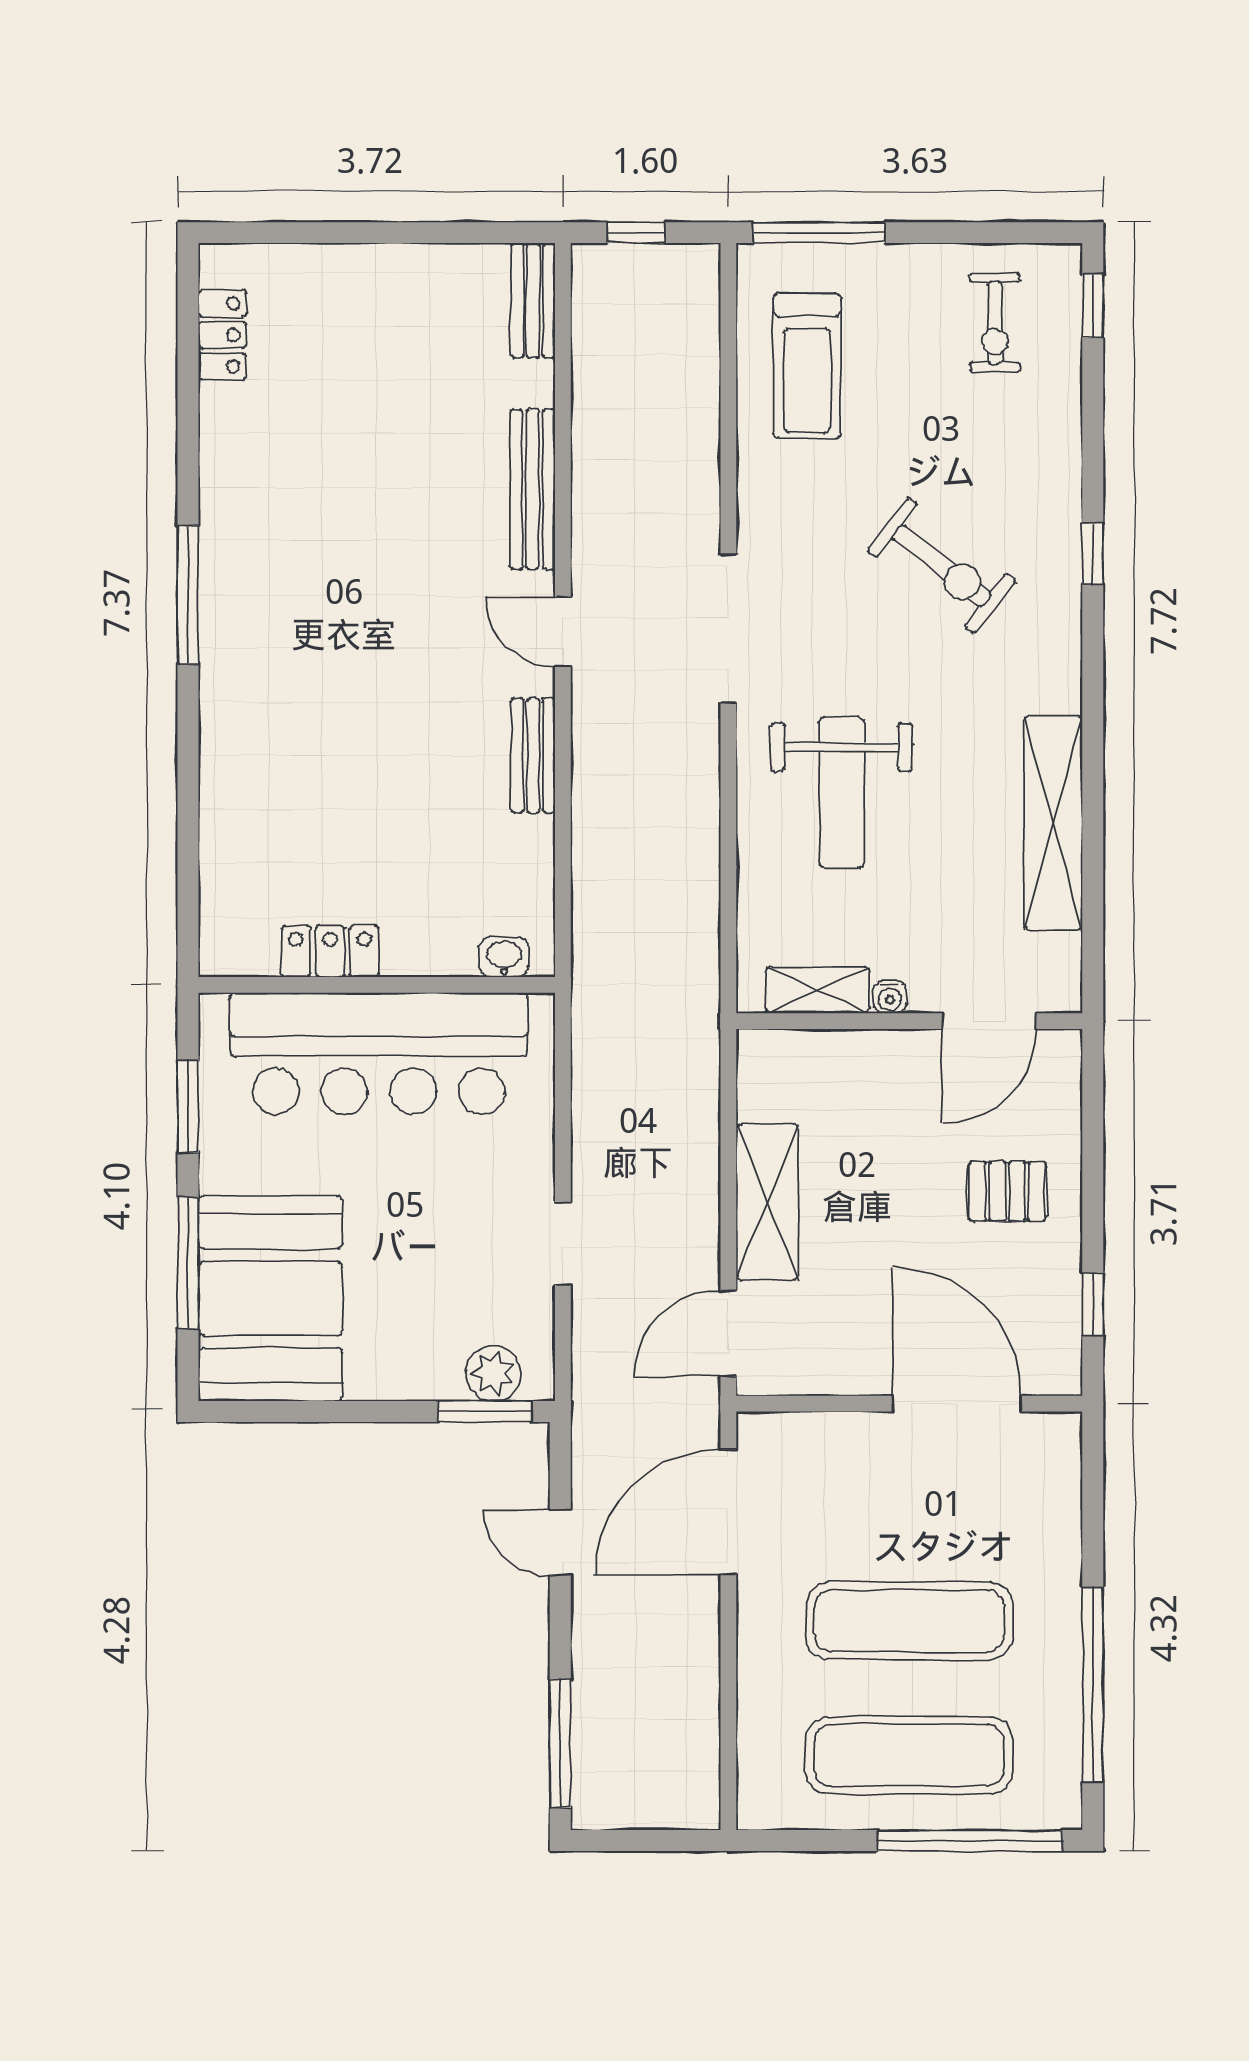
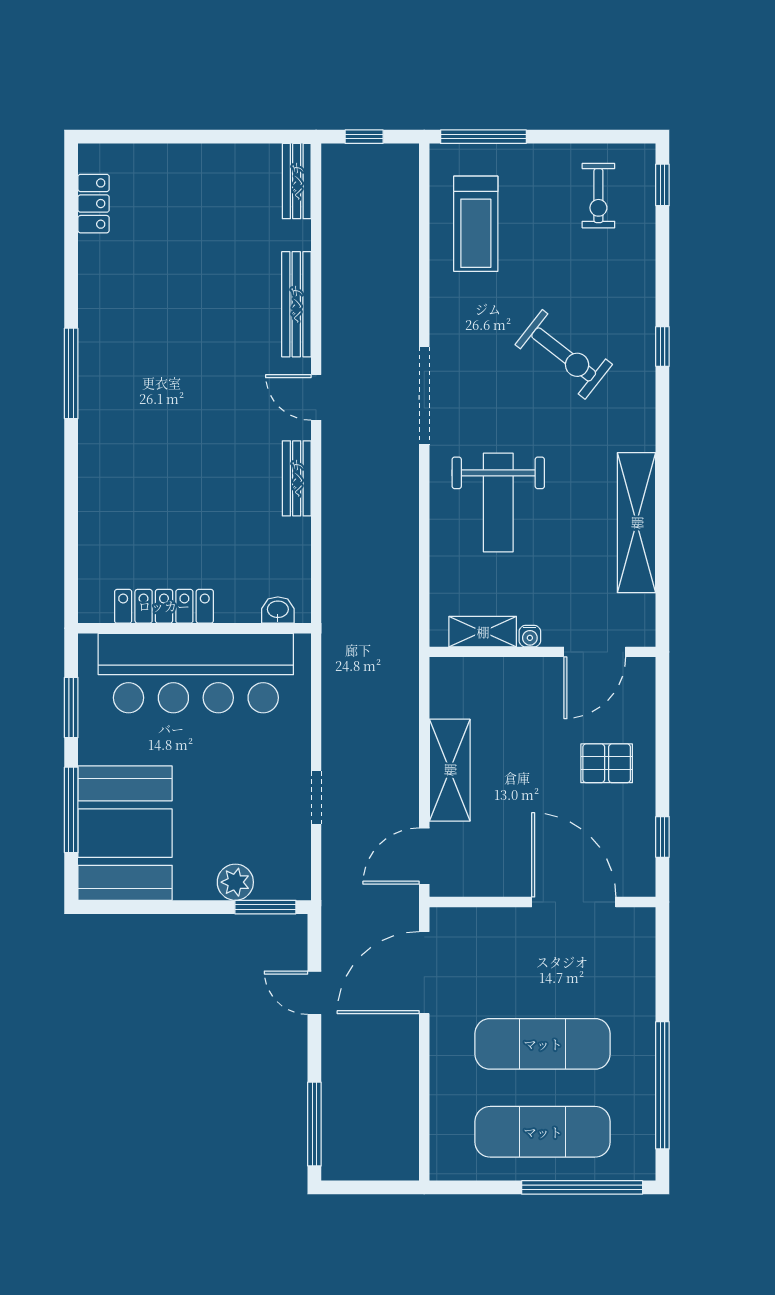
locker: (330, 951) -> (164, 606), width x1.53
plant: (493, 1373) -> (235, 882), moved

